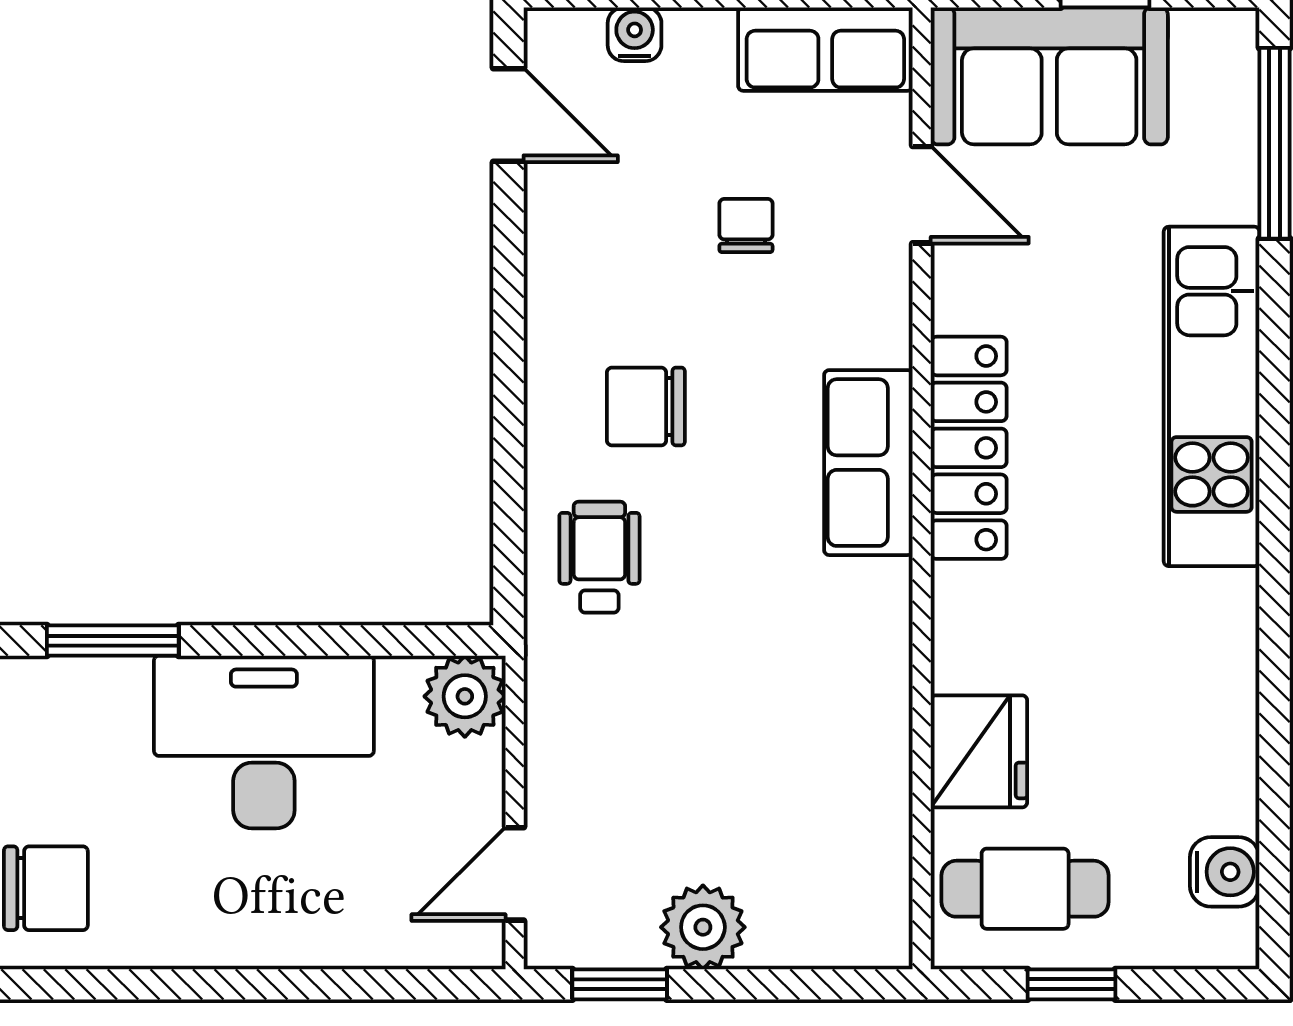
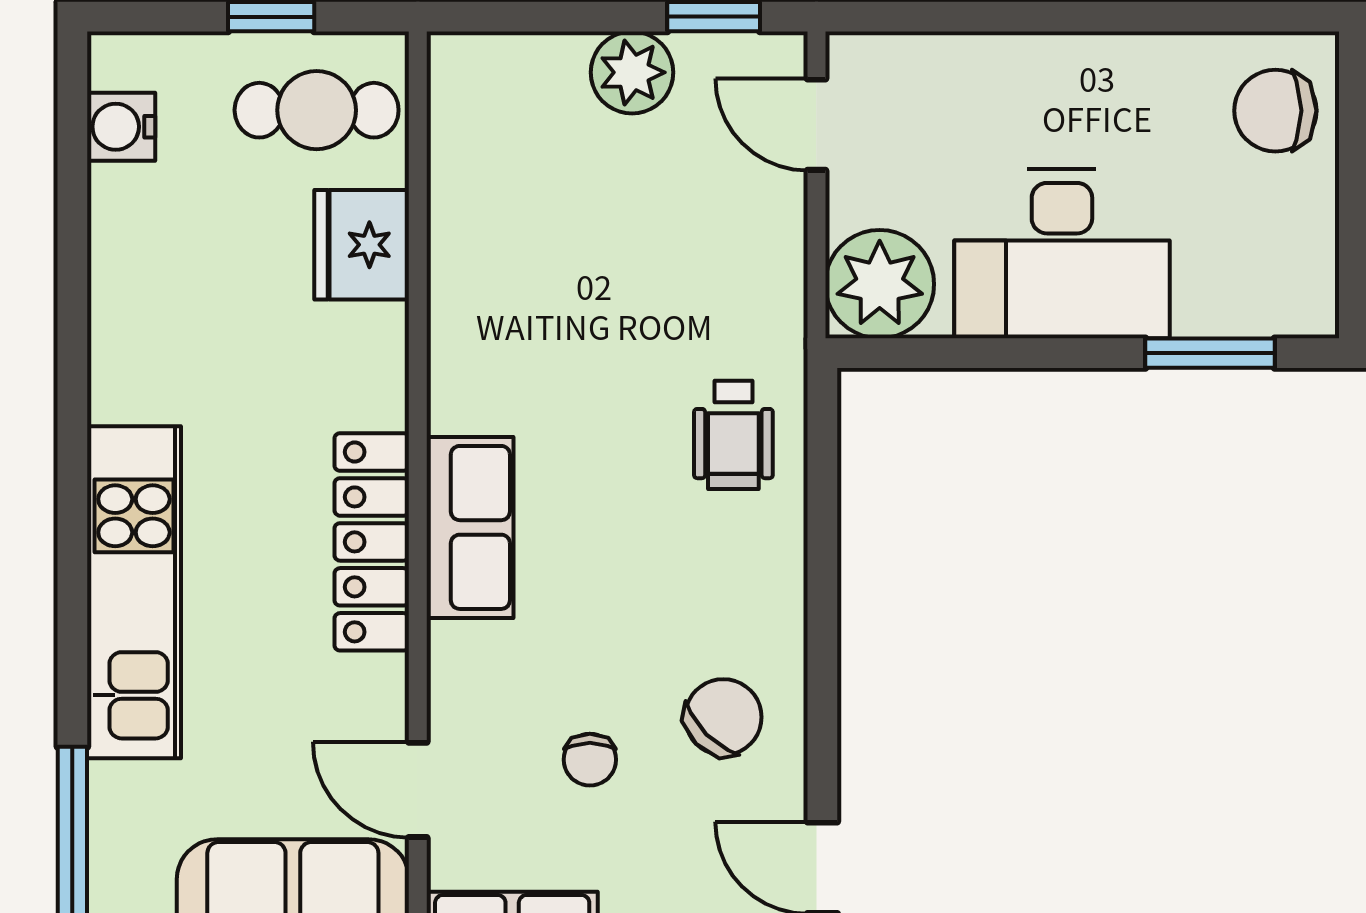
chair: (646, 406) -> (723, 717), moved, turned -45
plant: (465, 696) -> (880, 284), width x1.36, depth x1.36
door: (515, 874) -> (816, 125), swing flipped

